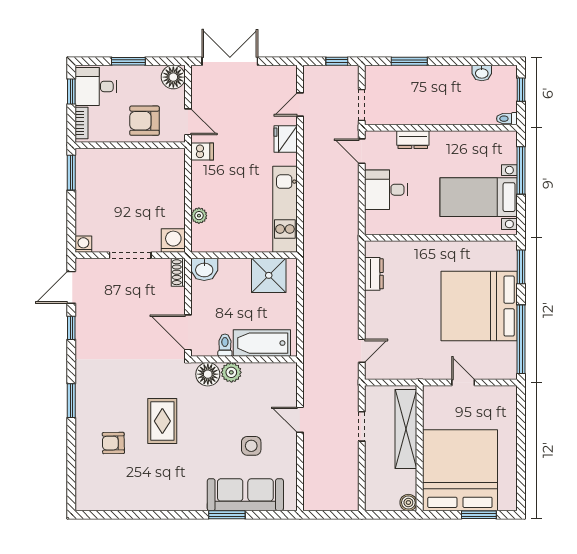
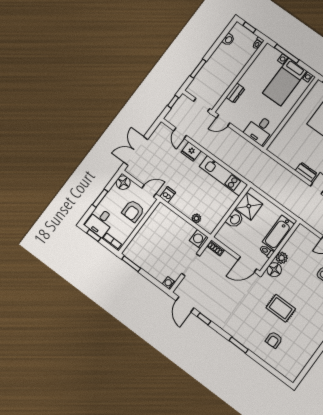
desk: (386, 190) -> (260, 130), moved
washbasin: (204, 269) -> (235, 219), moved
dresser: (374, 274) -> (306, 172), moved

